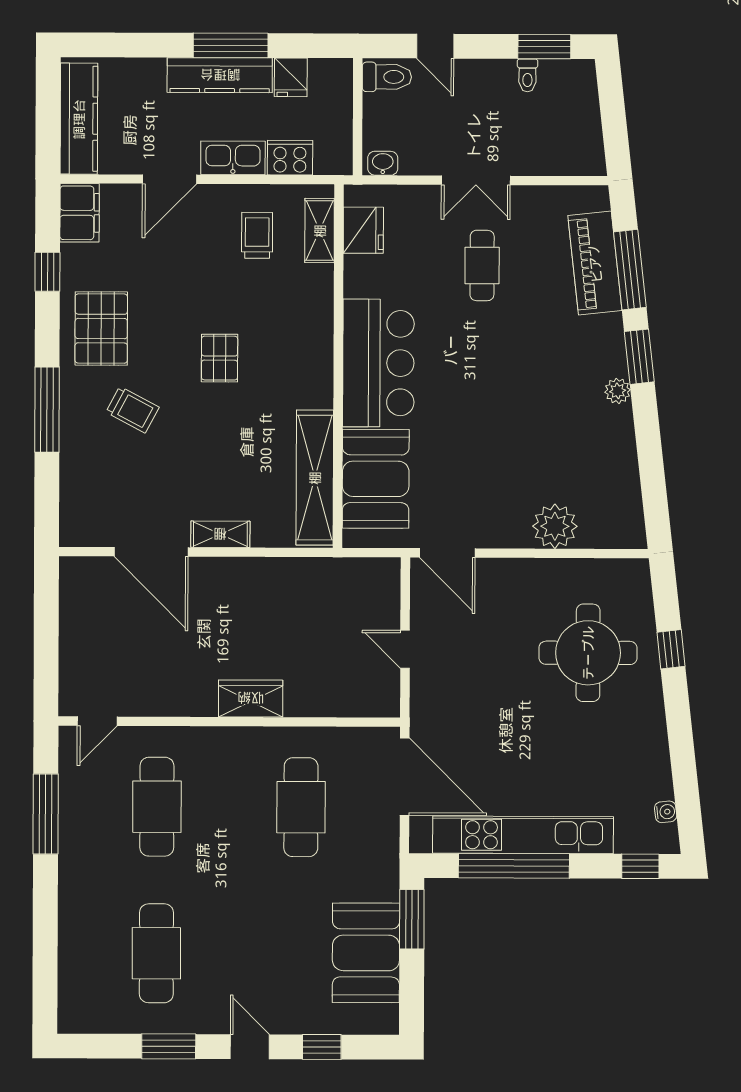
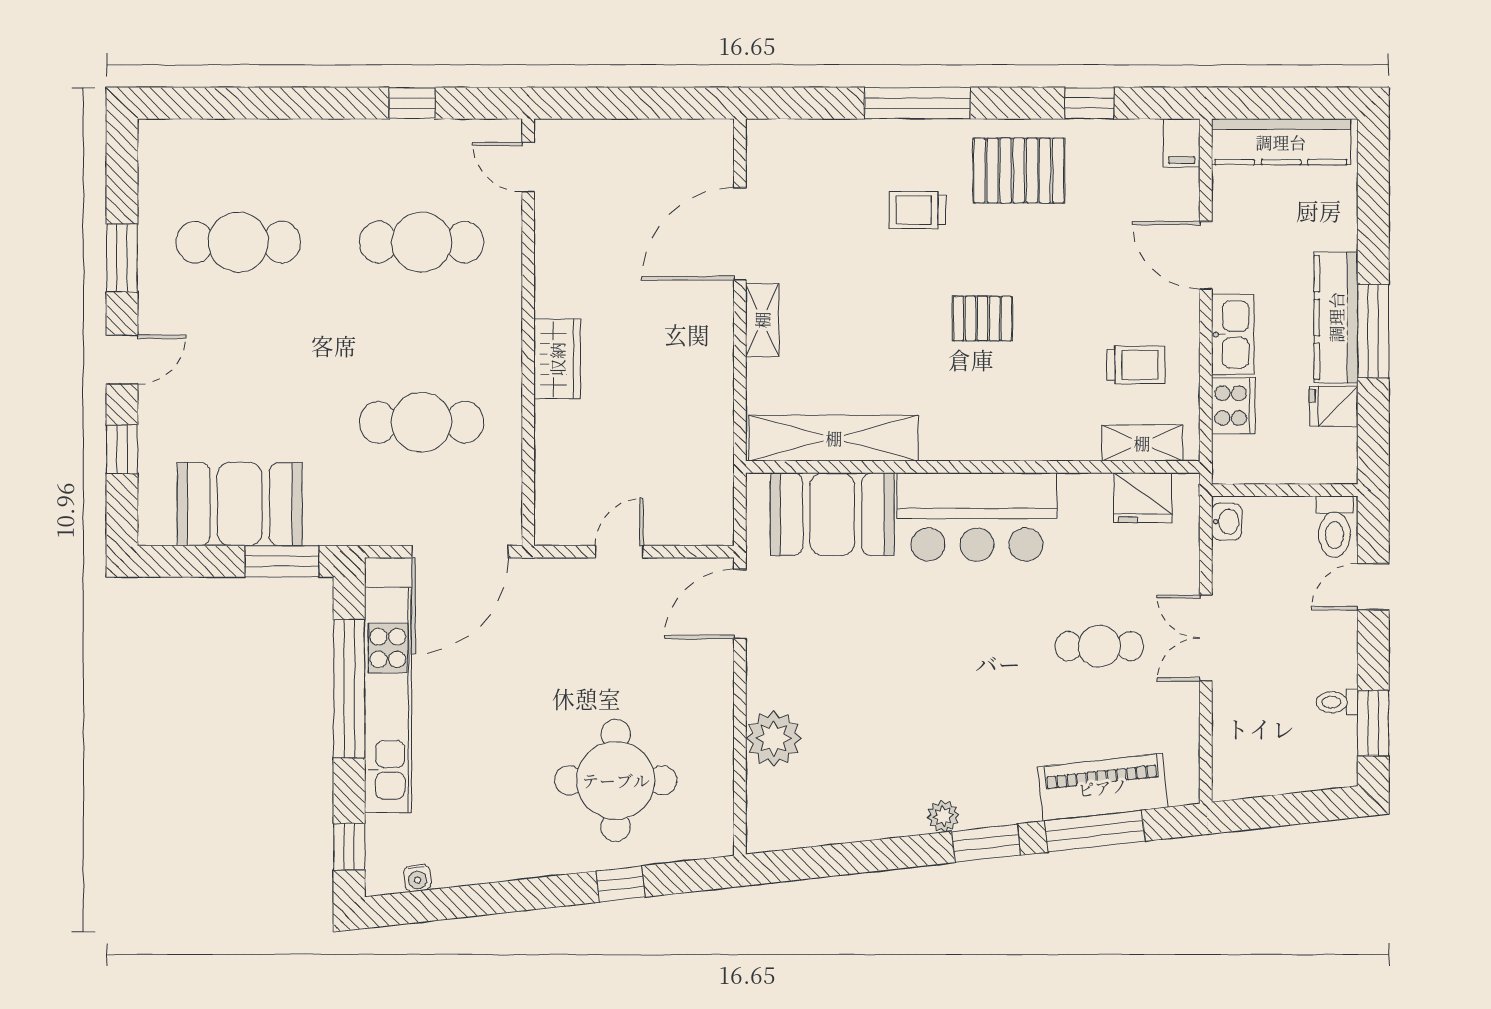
filing cabinet: (80, 213) -> (1182, 143), width x0.50
trolley: (132, 410) -> (918, 210), turned 62
window: (46, 814) -> (412, 103), width x0.46

